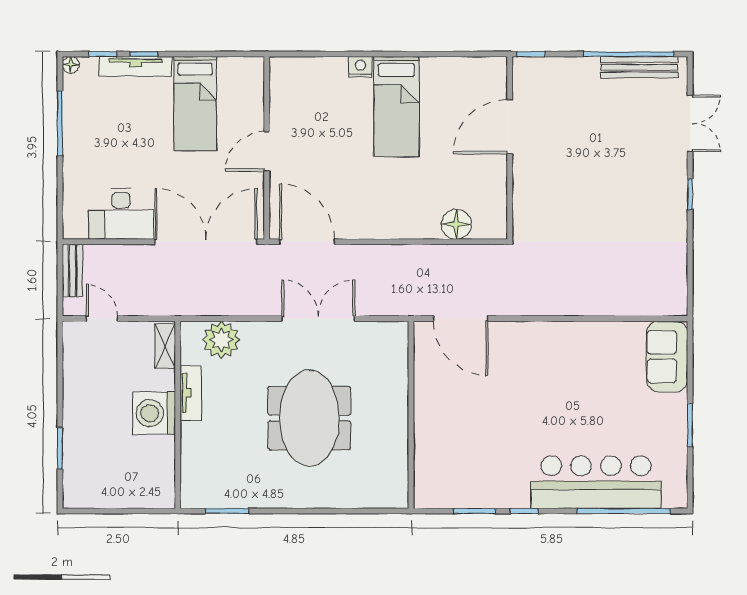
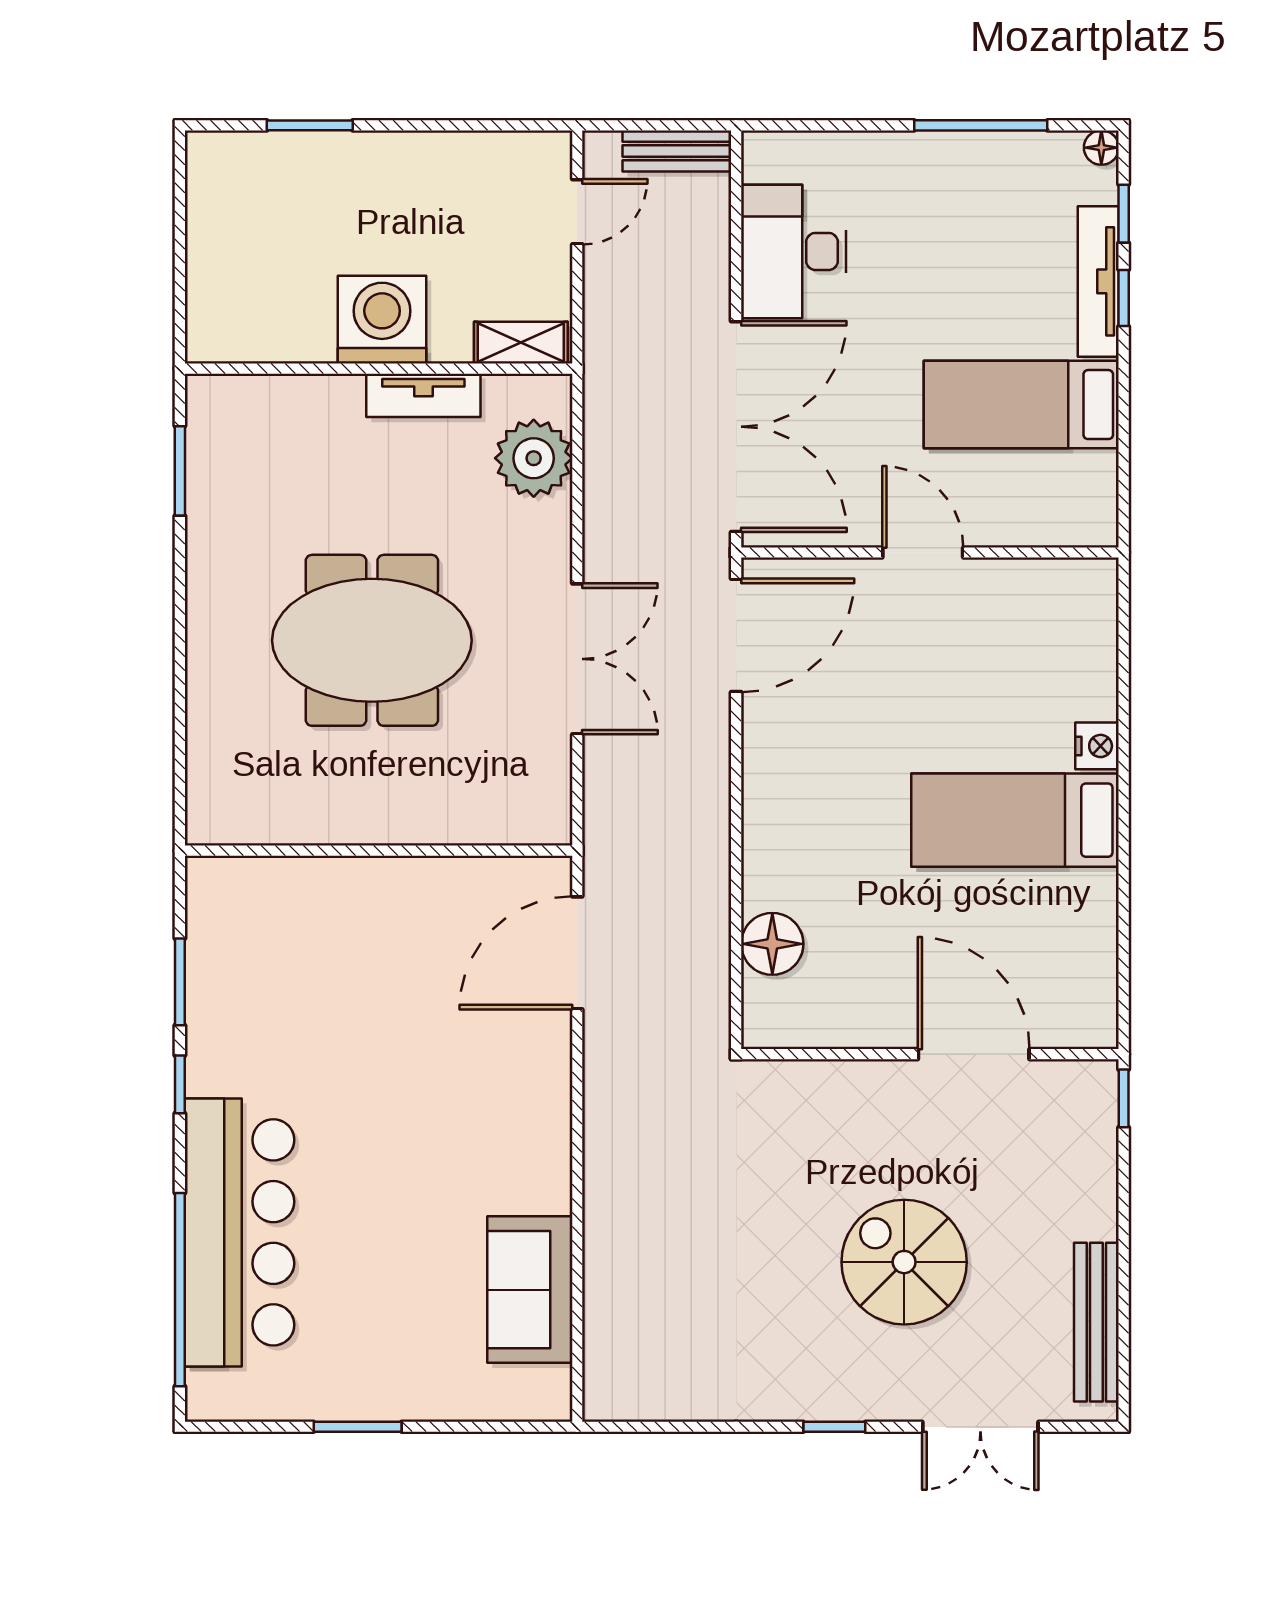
window: (628, 54) -> (1124, 1299), removed
spiral stairs: (610, 160) -> (904, 1262), added
sofa: (667, 357) -> (530, 1290), moved, turned -90

